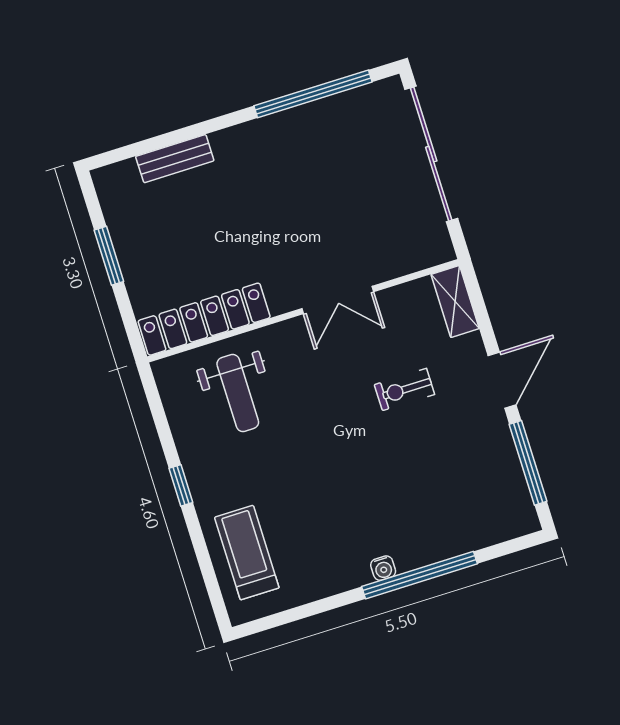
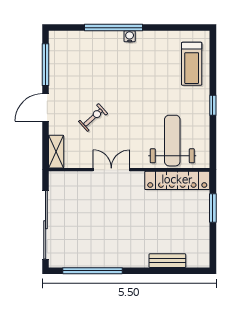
window: (109, 256) -> (213, 208), moved
exercise bike: (404, 389) -> (93, 118), turned -42
weight bench: (238, 393) -> (172, 141), width x1.36, depth x1.33

